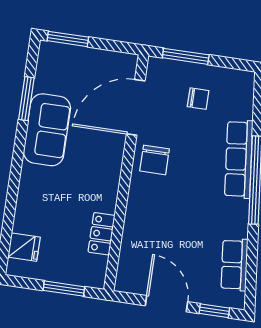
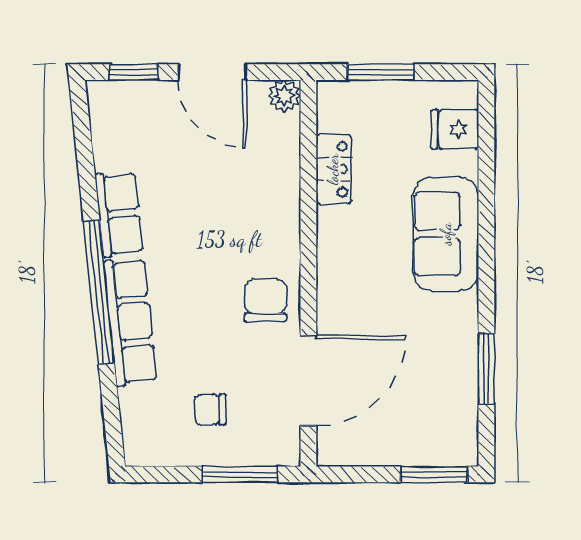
sofa: (47, 130) -> (446, 234), moved
row of seats: (234, 265) -> (119, 214), moved
plant: (125, 283) -> (284, 96), added

